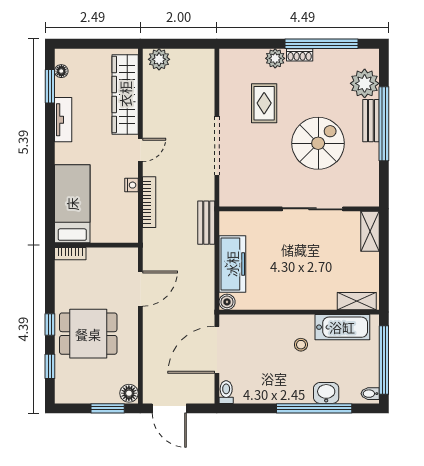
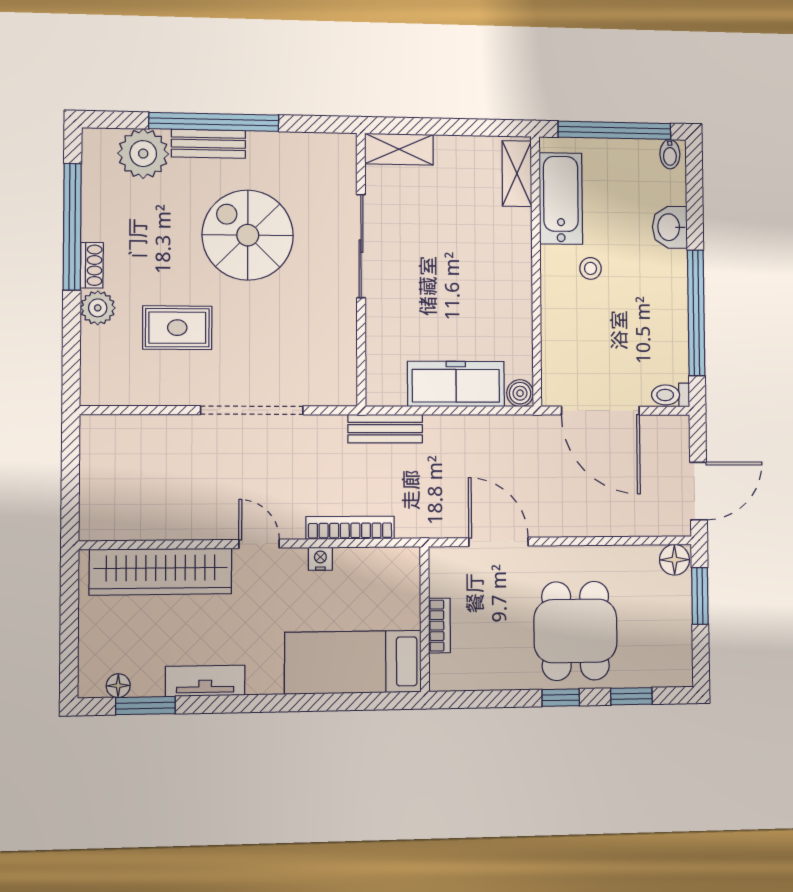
plant: (159, 59) -> (98, 512), removed
bookcase: (70, 254) -> (439, 626), moved
window: (314, 408) -> (696, 313), moved

